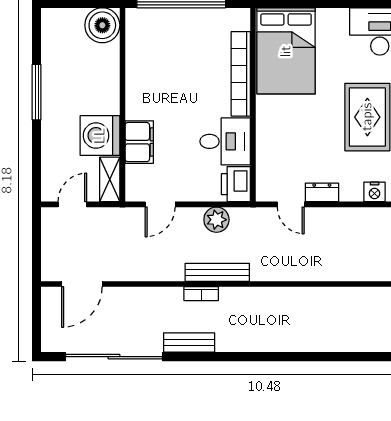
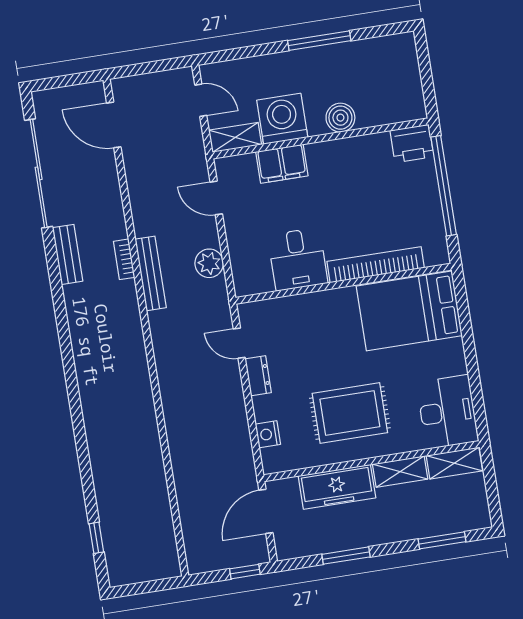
boiler: (102, 25) -> (340, 118), moved, width x0.73, depth x0.73
printer: (236, 184) -> (412, 144), moved, turned 180
door: (291, 204) -> (239, 343), hinge flipped

